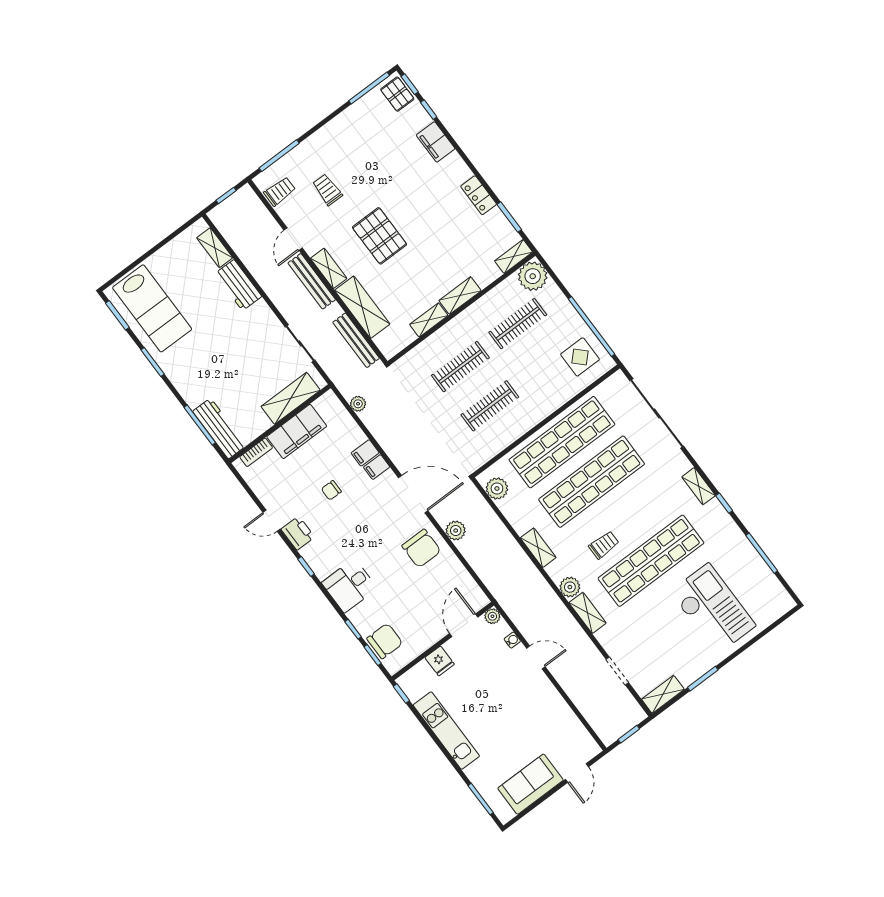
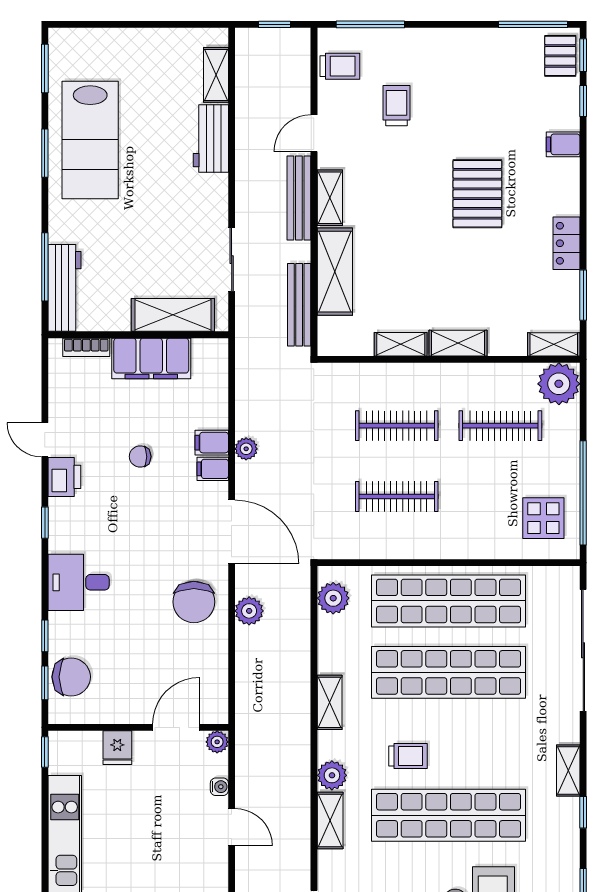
filing cabinet: (436, 142) -> (563, 144), width x0.50
pallet: (380, 236) -> (477, 194), moved
lab bench: (152, 308) -> (90, 140), moved
plant: (358, 404) -> (246, 449), moved

